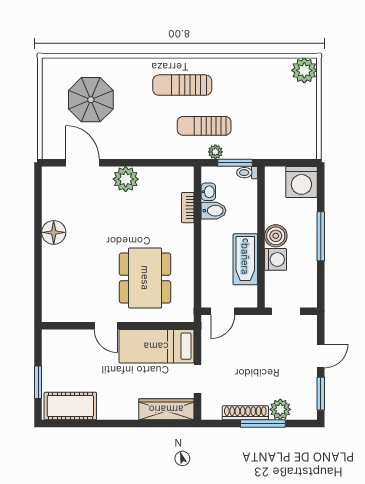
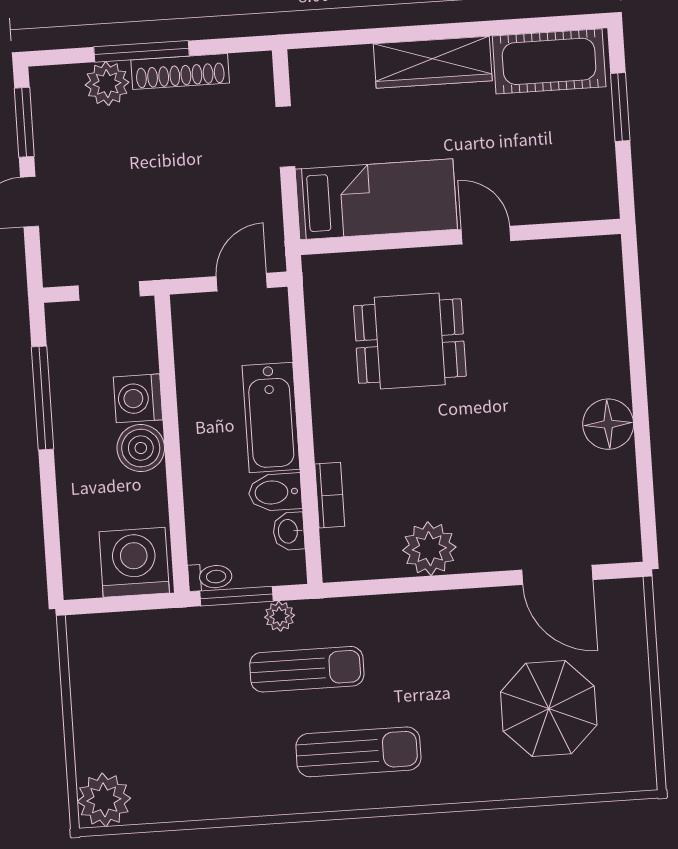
plant: (126, 179) -> (429, 549), moved
washing machine: (301, 182) -> (134, 562), moved
window: (321, 236) -> (43, 398), moved
bathtub: (245, 259) -> (271, 417), moved, turned 180
dining table: (145, 278) -> (410, 341), width x0.73
wardrobe: (166, 409) -> (433, 62), moved

